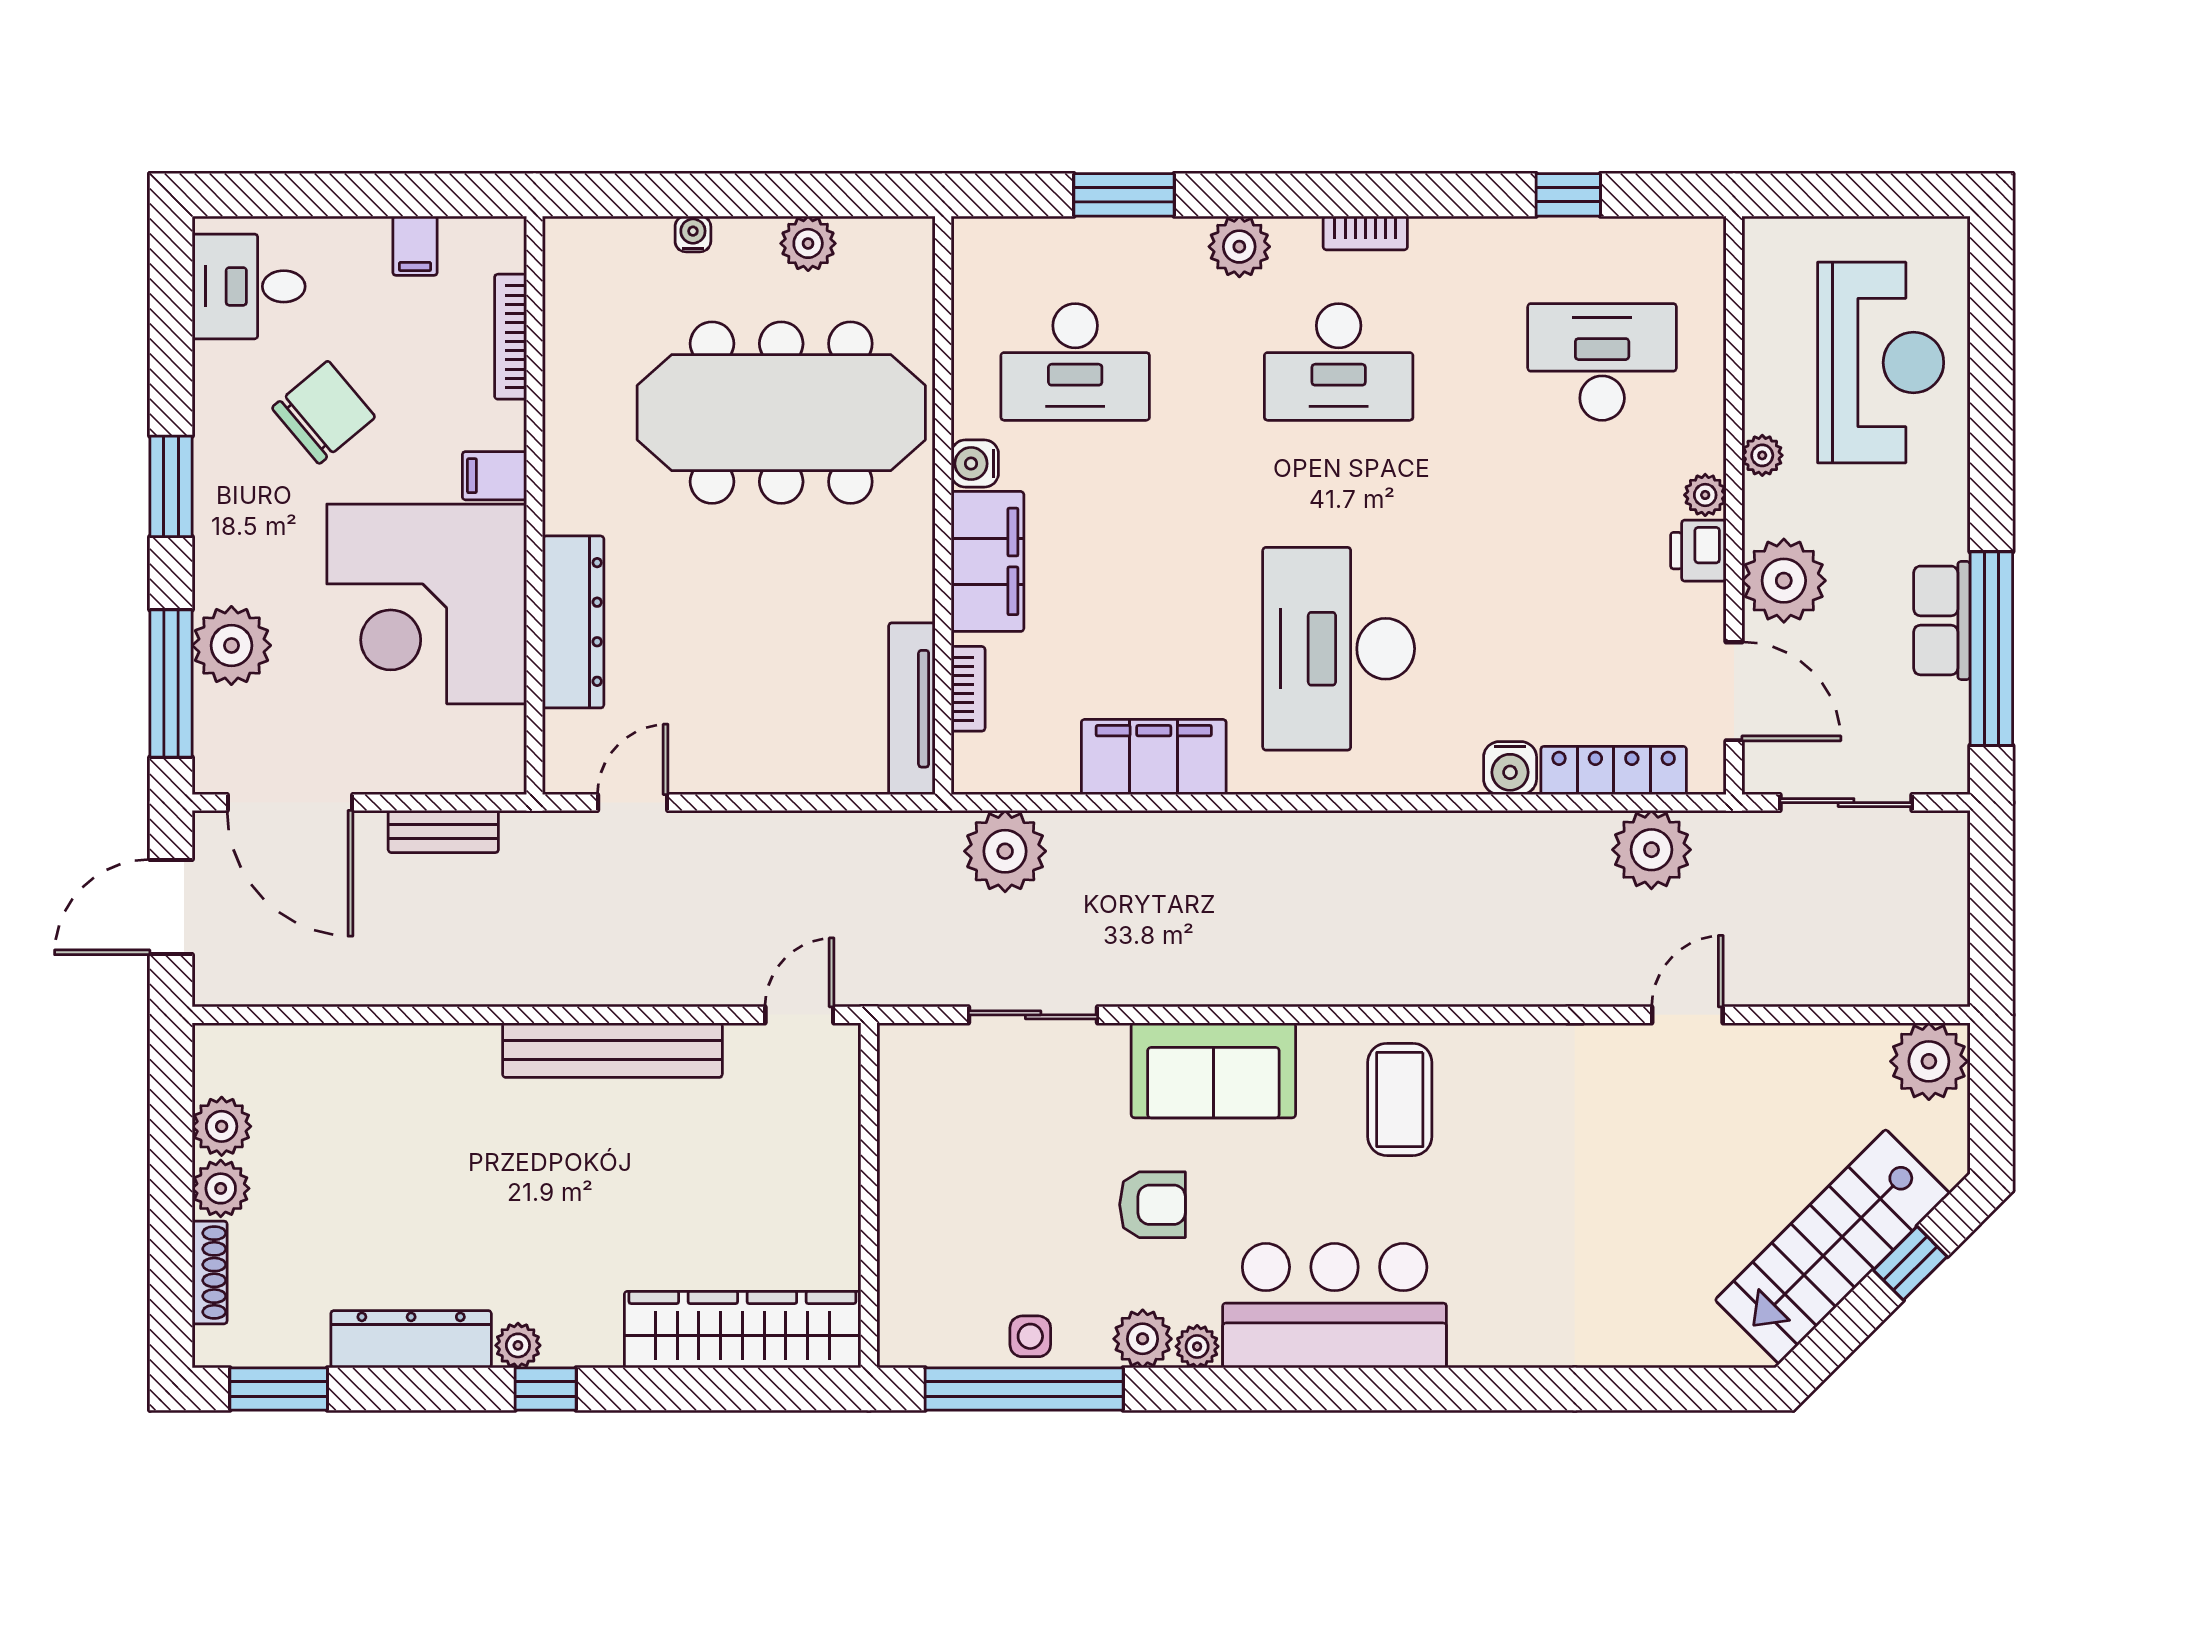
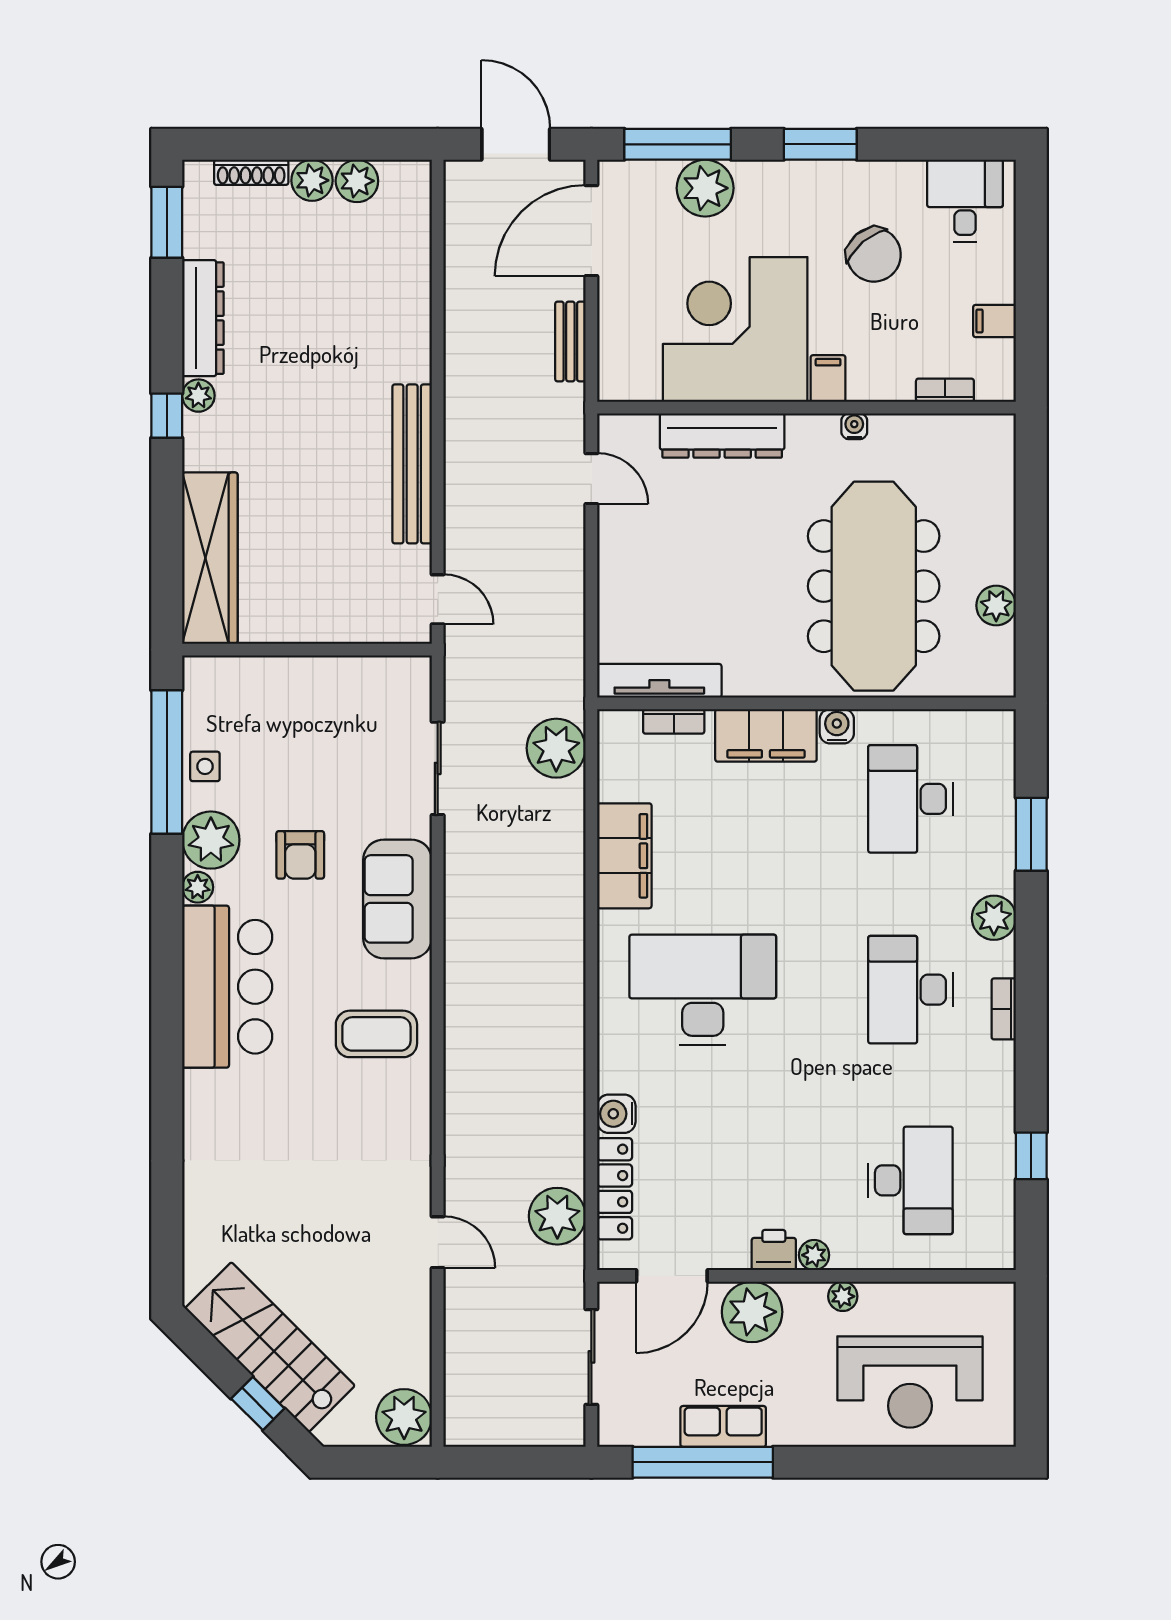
water cooler: (693, 234) -> (854, 426), moved, turned -90
bookcase: (511, 337) -> (945, 390), width x0.64
plant: (1143, 1339) -> (211, 840), width x1.36, depth x1.36

